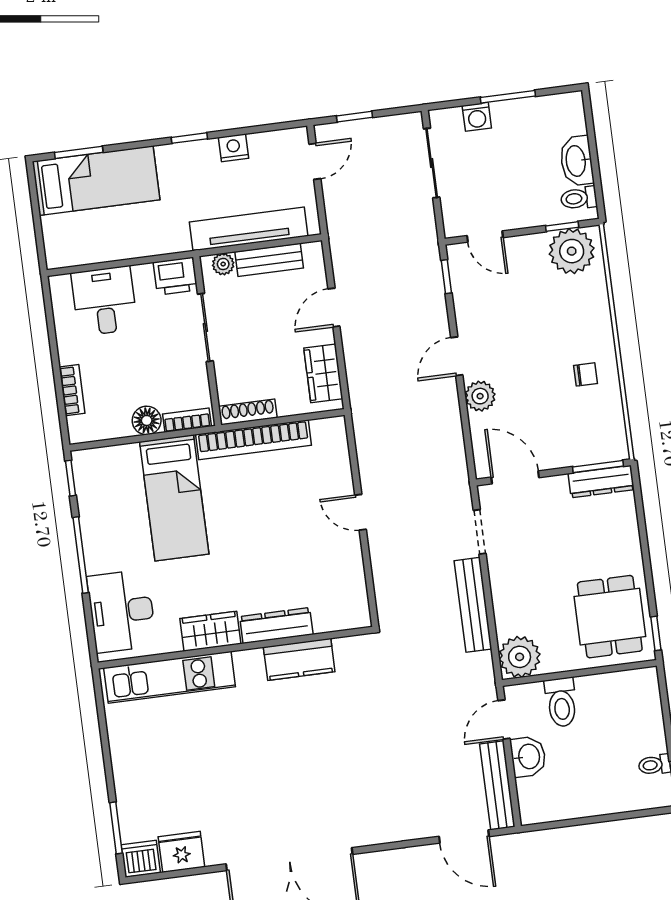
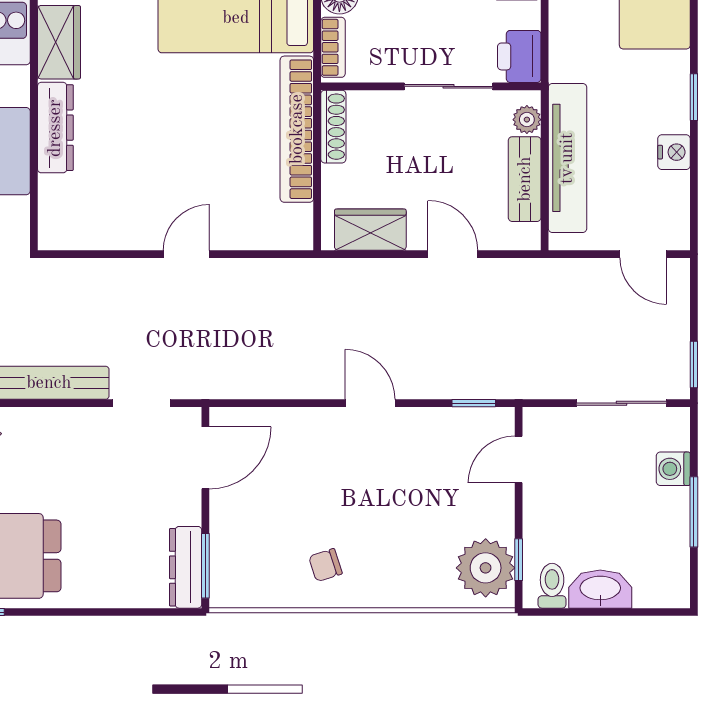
window: (355, 117) -> (694, 365), moved
chair: (586, 374) -> (325, 565), turned 72
plant: (480, 396) -> (315, 426), removed

